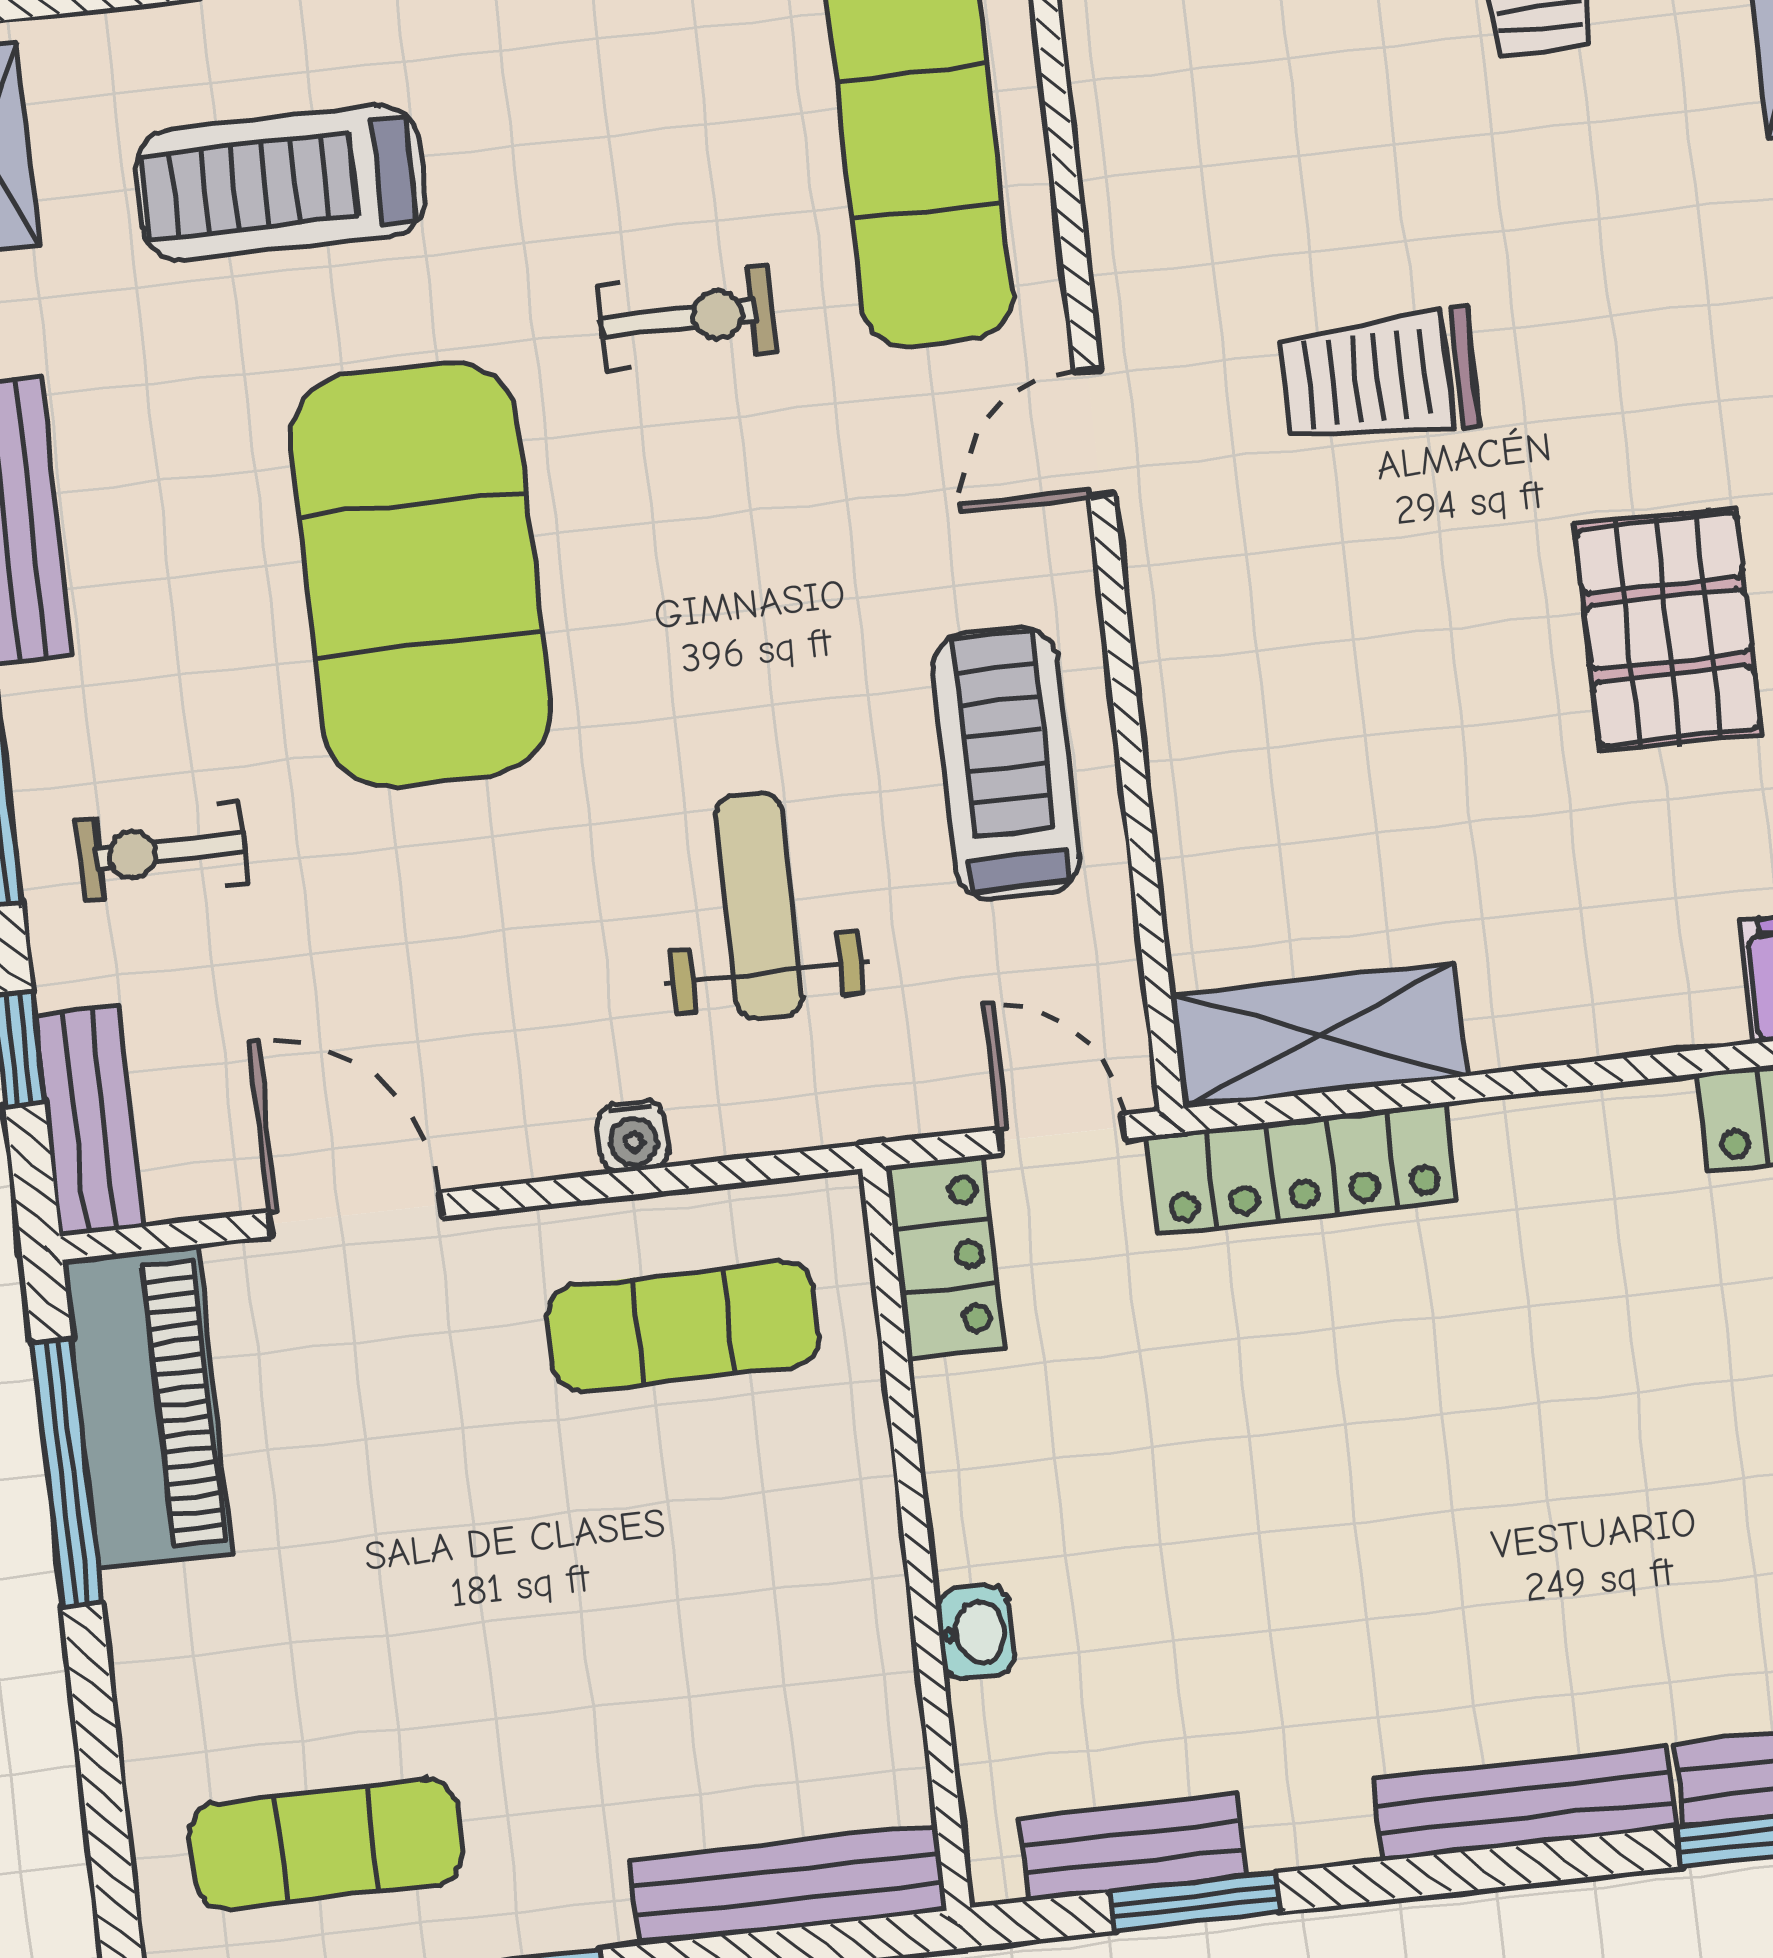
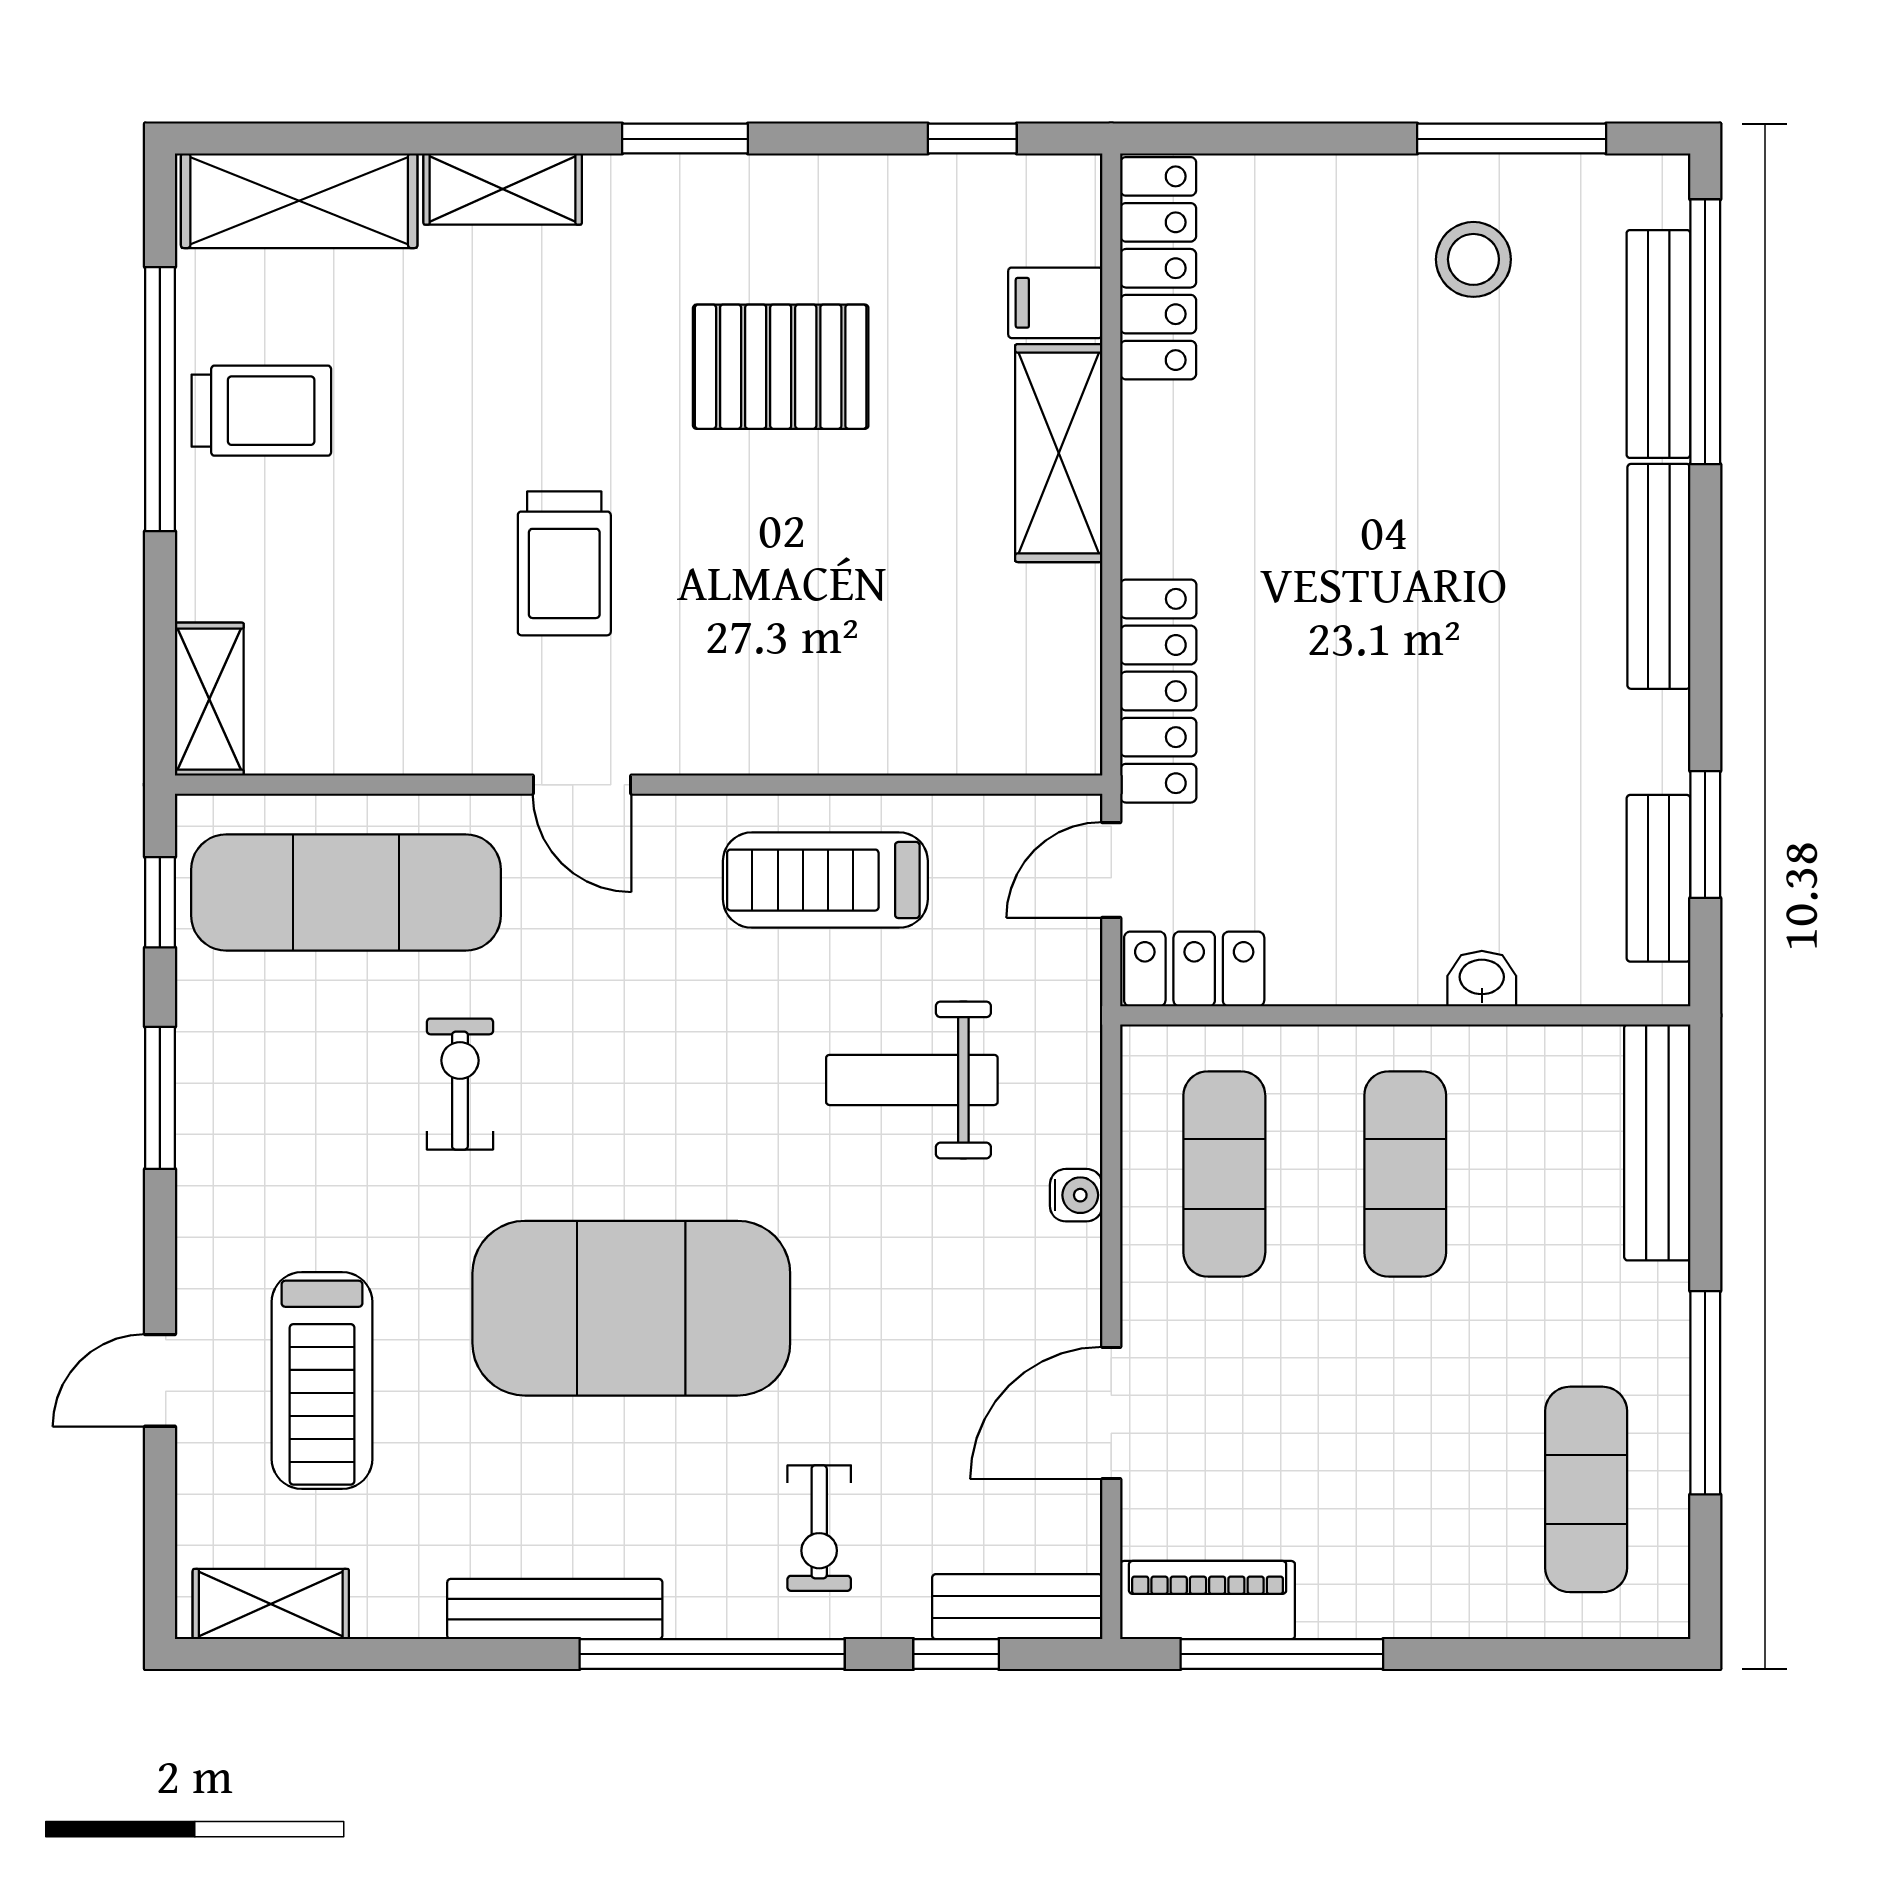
shelving: (1319, 1036) -> (1059, 453), moved
piano: (147, 1407) -> (1208, 1600), width x0.73, depth x0.75
exercise mat: (710, 1562) -> (1405, 1174), added

